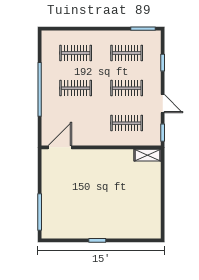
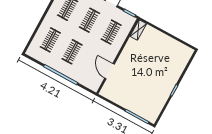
door: (60, 147) -> (109, 71), moved

